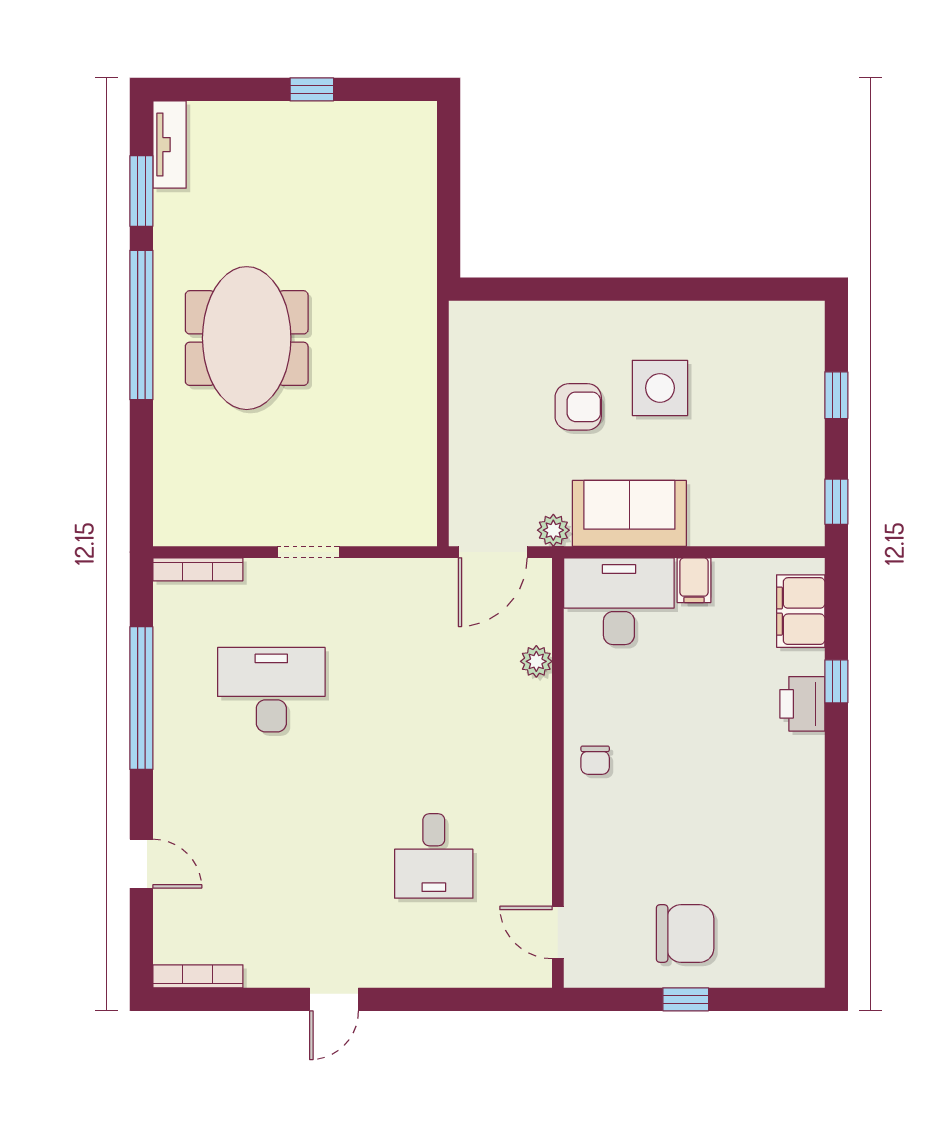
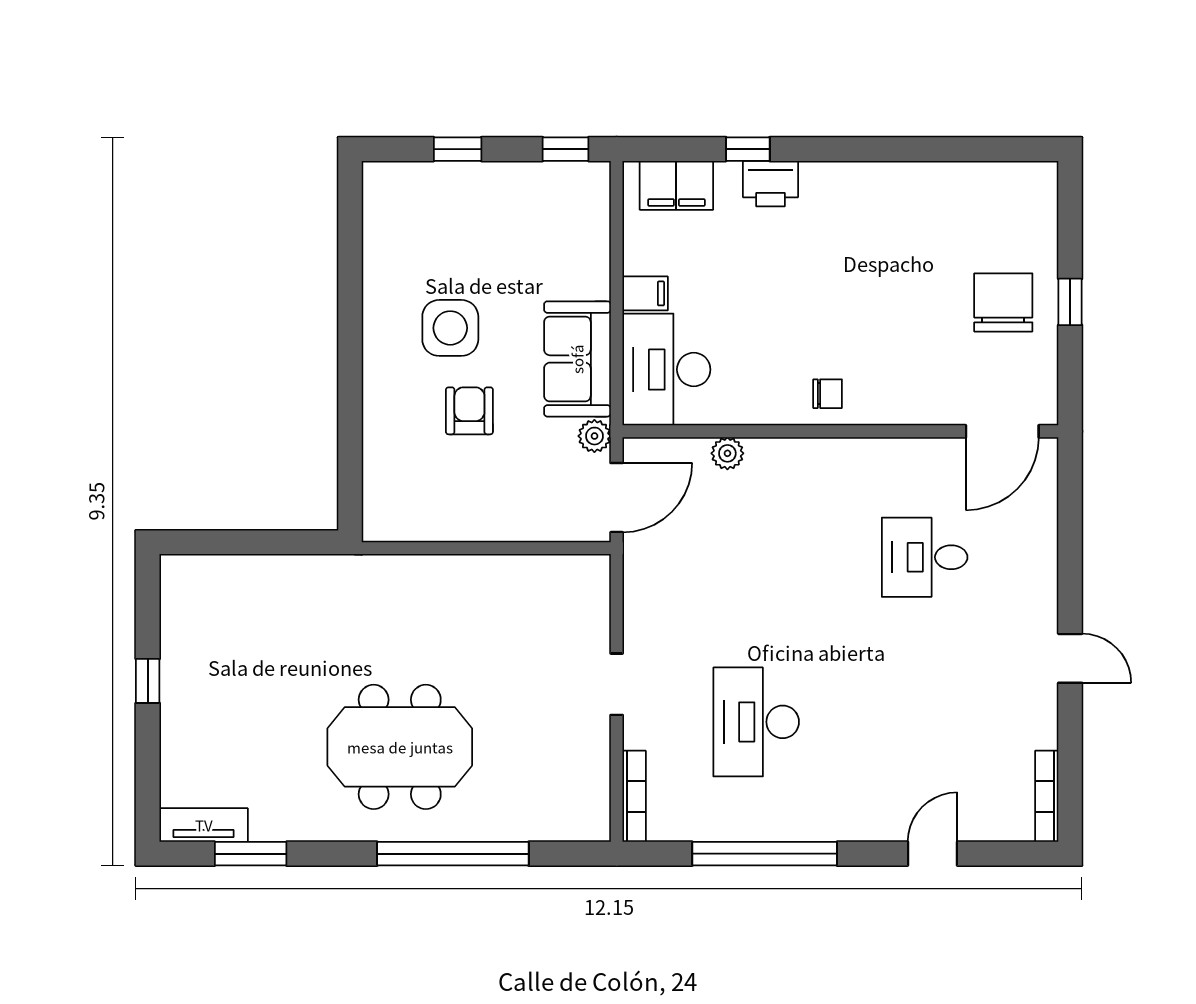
window: (141, 325) -> (453, 854), moved
door: (493, 552) -> (617, 498), hinge flipped
desk: (434, 856) -> (925, 557), turned 180
door: (558, 932) -> (1002, 431), width x1.38

